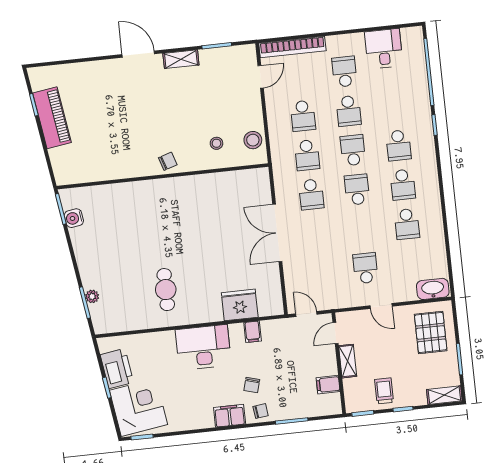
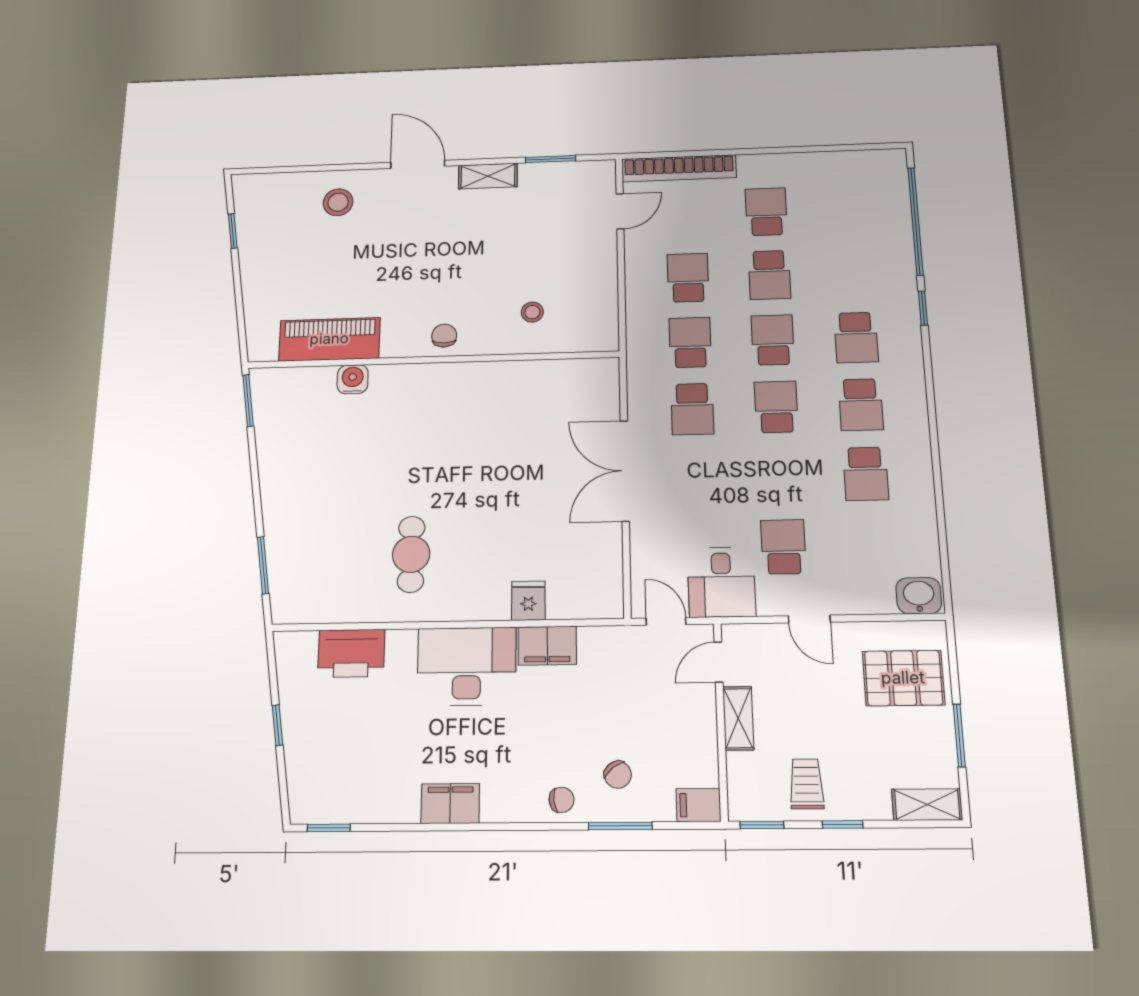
desk: (384, 49) -> (721, 582), moved, turned 180
school desk: (303, 116) -> (688, 278), turned 180
piano: (52, 118) -> (329, 339), moved, turned -82
stool: (253, 140) -> (338, 202), moved
school desk: (307, 155) -> (690, 342), turned 180
chair: (168, 161) -> (444, 336), turned -72
water cooler: (74, 218) -> (353, 379), moved, turned 98
washbasin: (433, 289) -> (919, 596), width x0.72
plant: (92, 296) -> (278, 555), removed
fridge: (240, 305) -> (528, 601), width x0.53, depth x0.75
filing cabinet: (253, 332) -> (547, 646), width x2.00
pallet: (431, 332) -> (903, 678), turned 90
printer: (117, 369) -> (351, 653), moved, turned 98
chair: (252, 385) -> (618, 775), moved, turned -54
filing cabinet: (328, 385) -> (699, 805), moved
corner desk: (138, 407) -> (330, 769), removed
filing cabinet: (230, 416) -> (450, 804), moved

